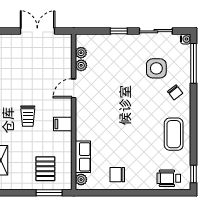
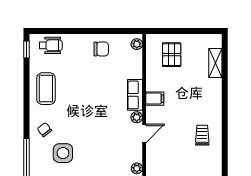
plant: (81, 65) -> (137, 117), moved
trolley: (28, 116) -> (202, 135), moved
row of seats: (83, 157) -> (135, 95), moved
window: (49, 193) -> (168, 31), removed

